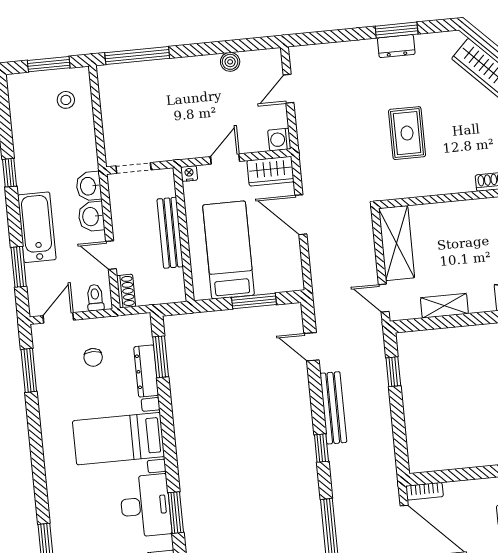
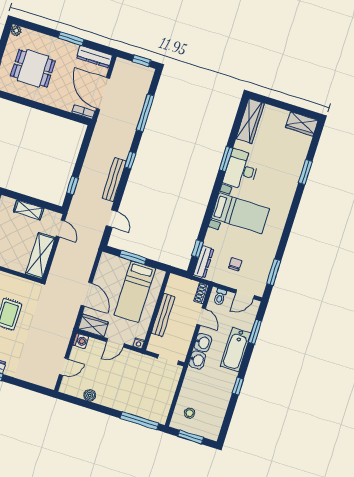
window: (161, 357) -> (198, 249), width x0.67
dresser: (146, 371) -> (203, 262), moved

